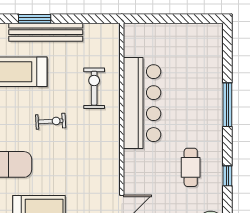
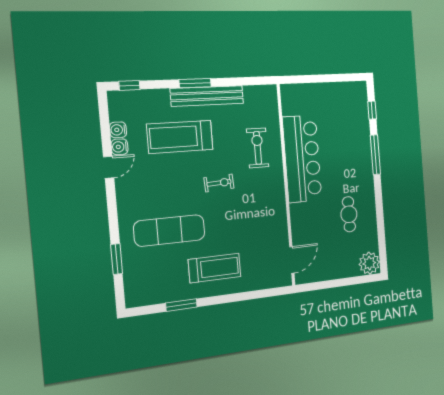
window: (227, 176) -> (372, 110), moved

